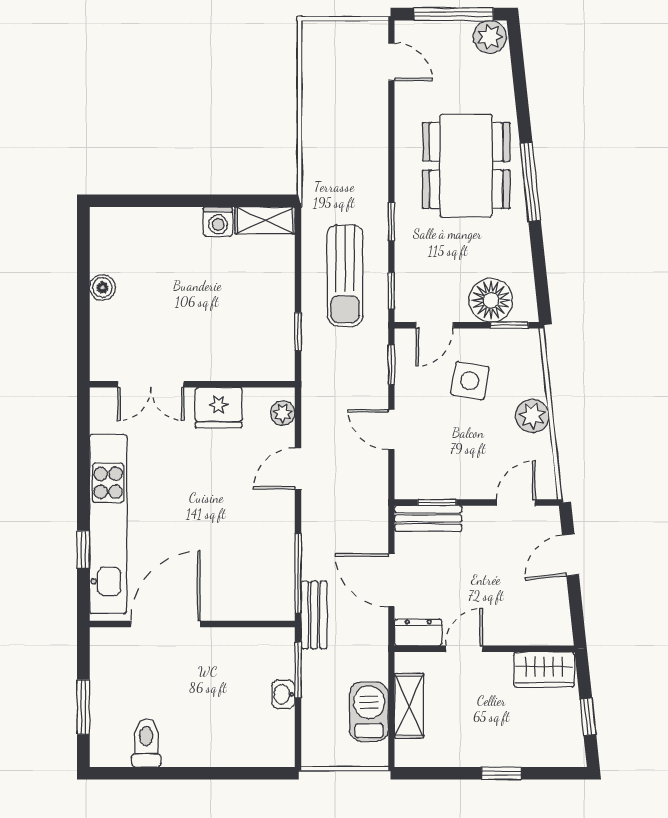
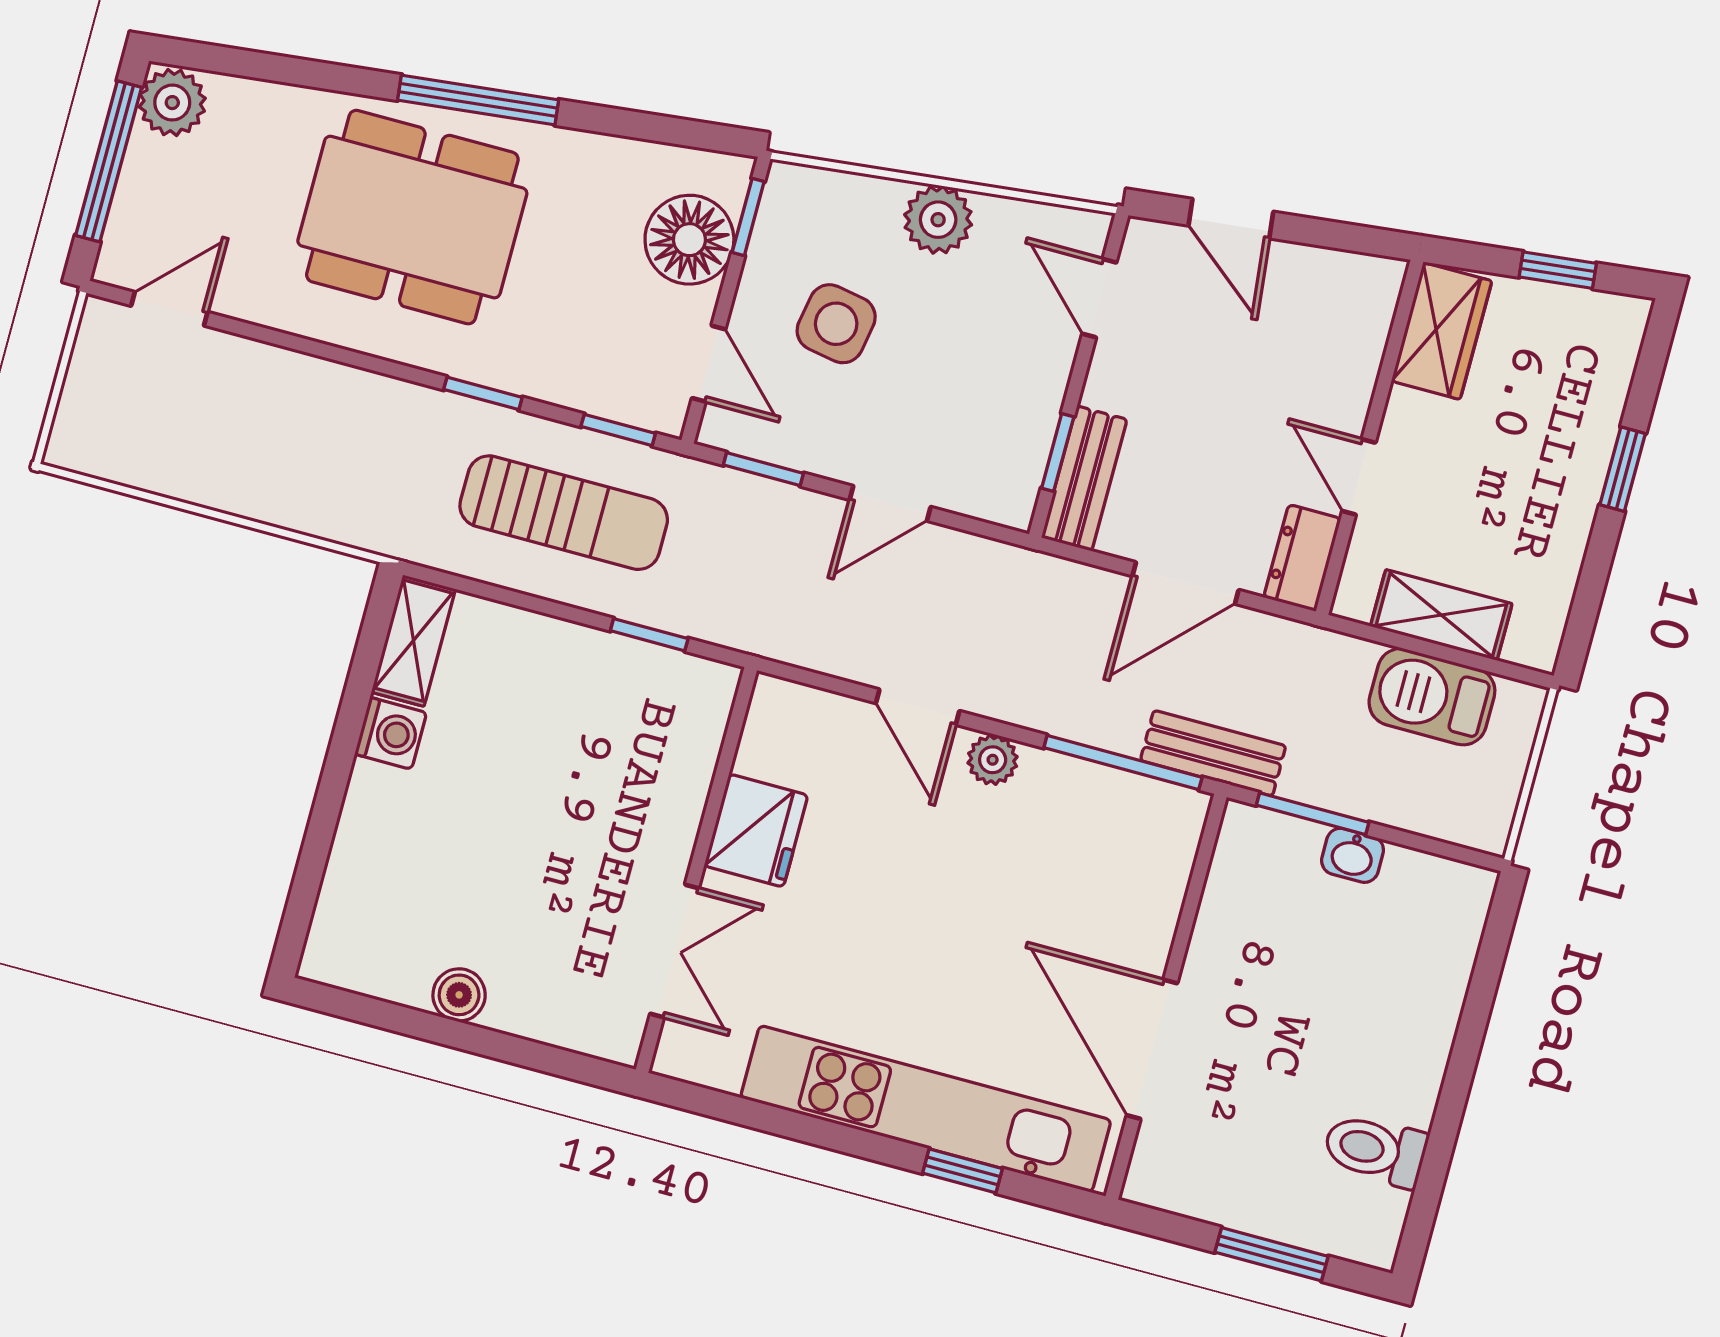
plant: (283, 413) -> (993, 760), moved

